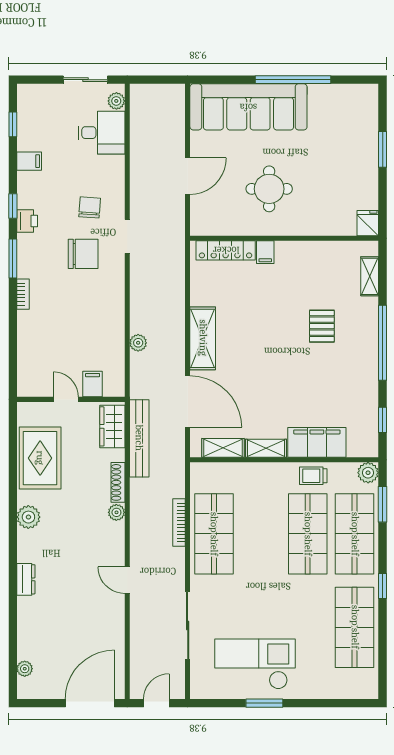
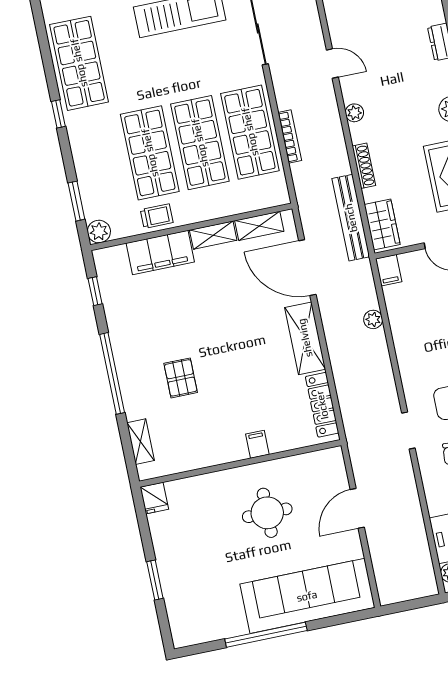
locker: (226, 250) -> (322, 405), moved, turned -90
filing cabinet: (93, 384) -> (389, 270), moved
plant: (116, 512) -> (354, 113), moved
shop shelf: (355, 534) -> (200, 143), moved

